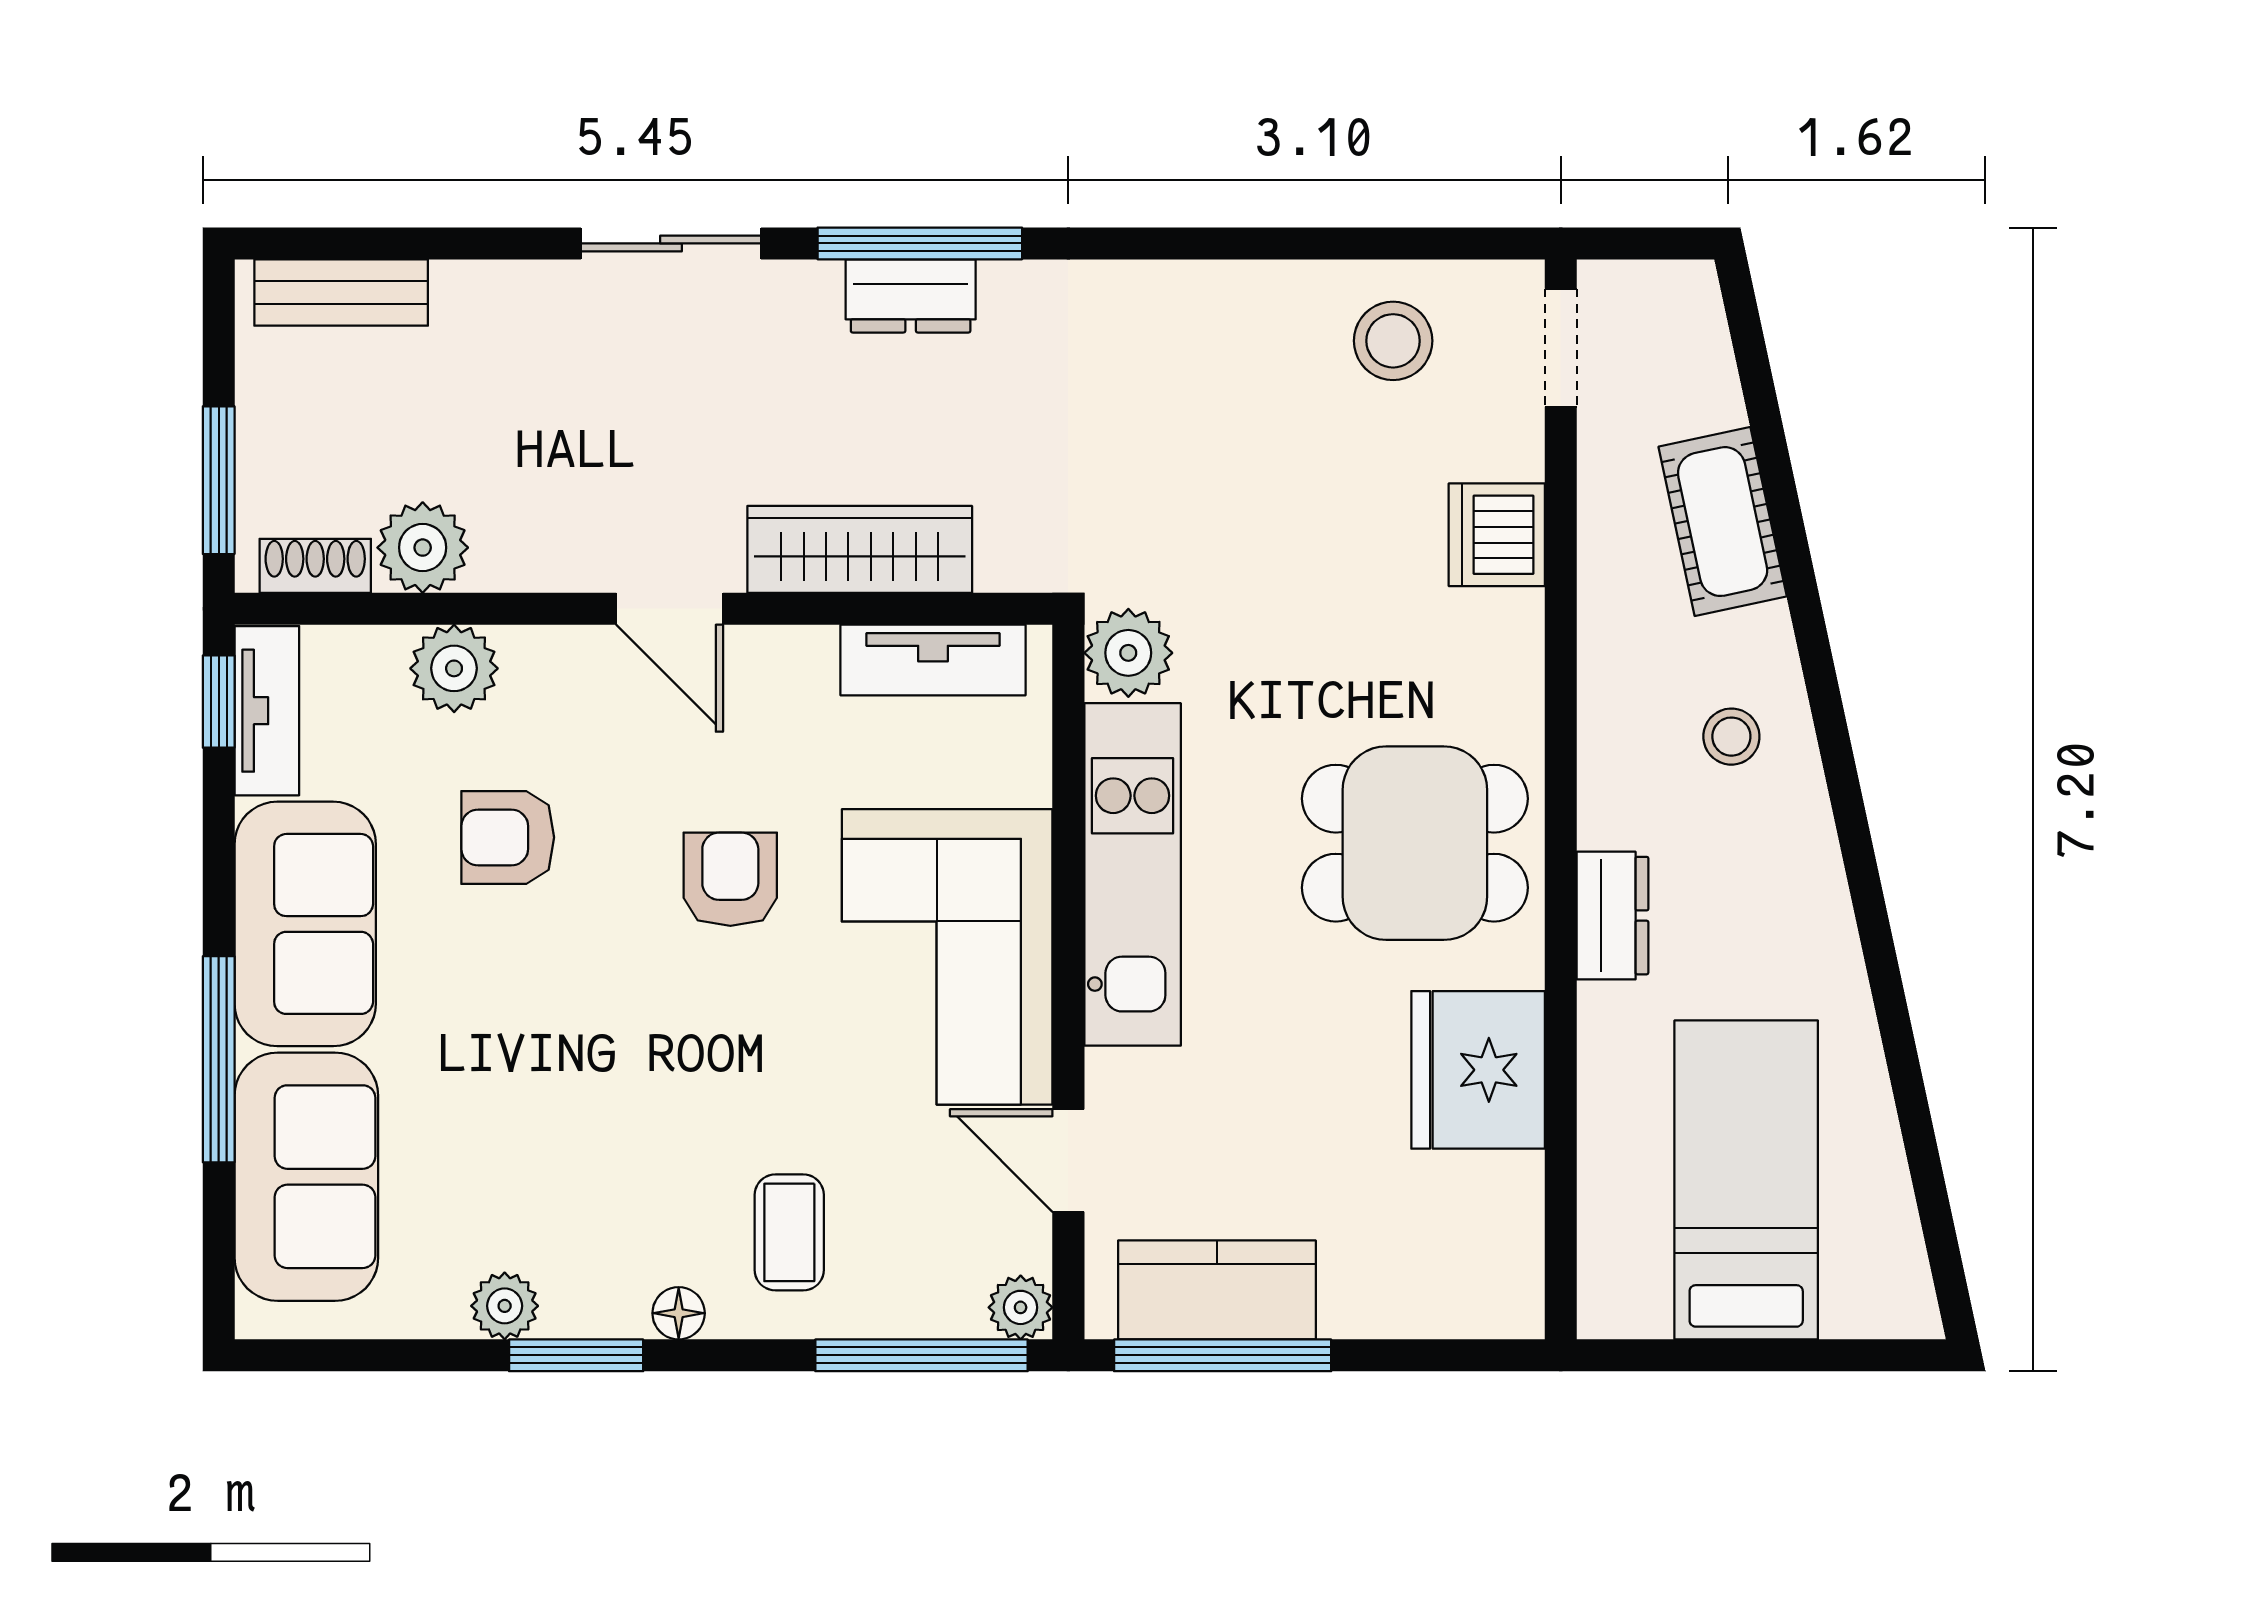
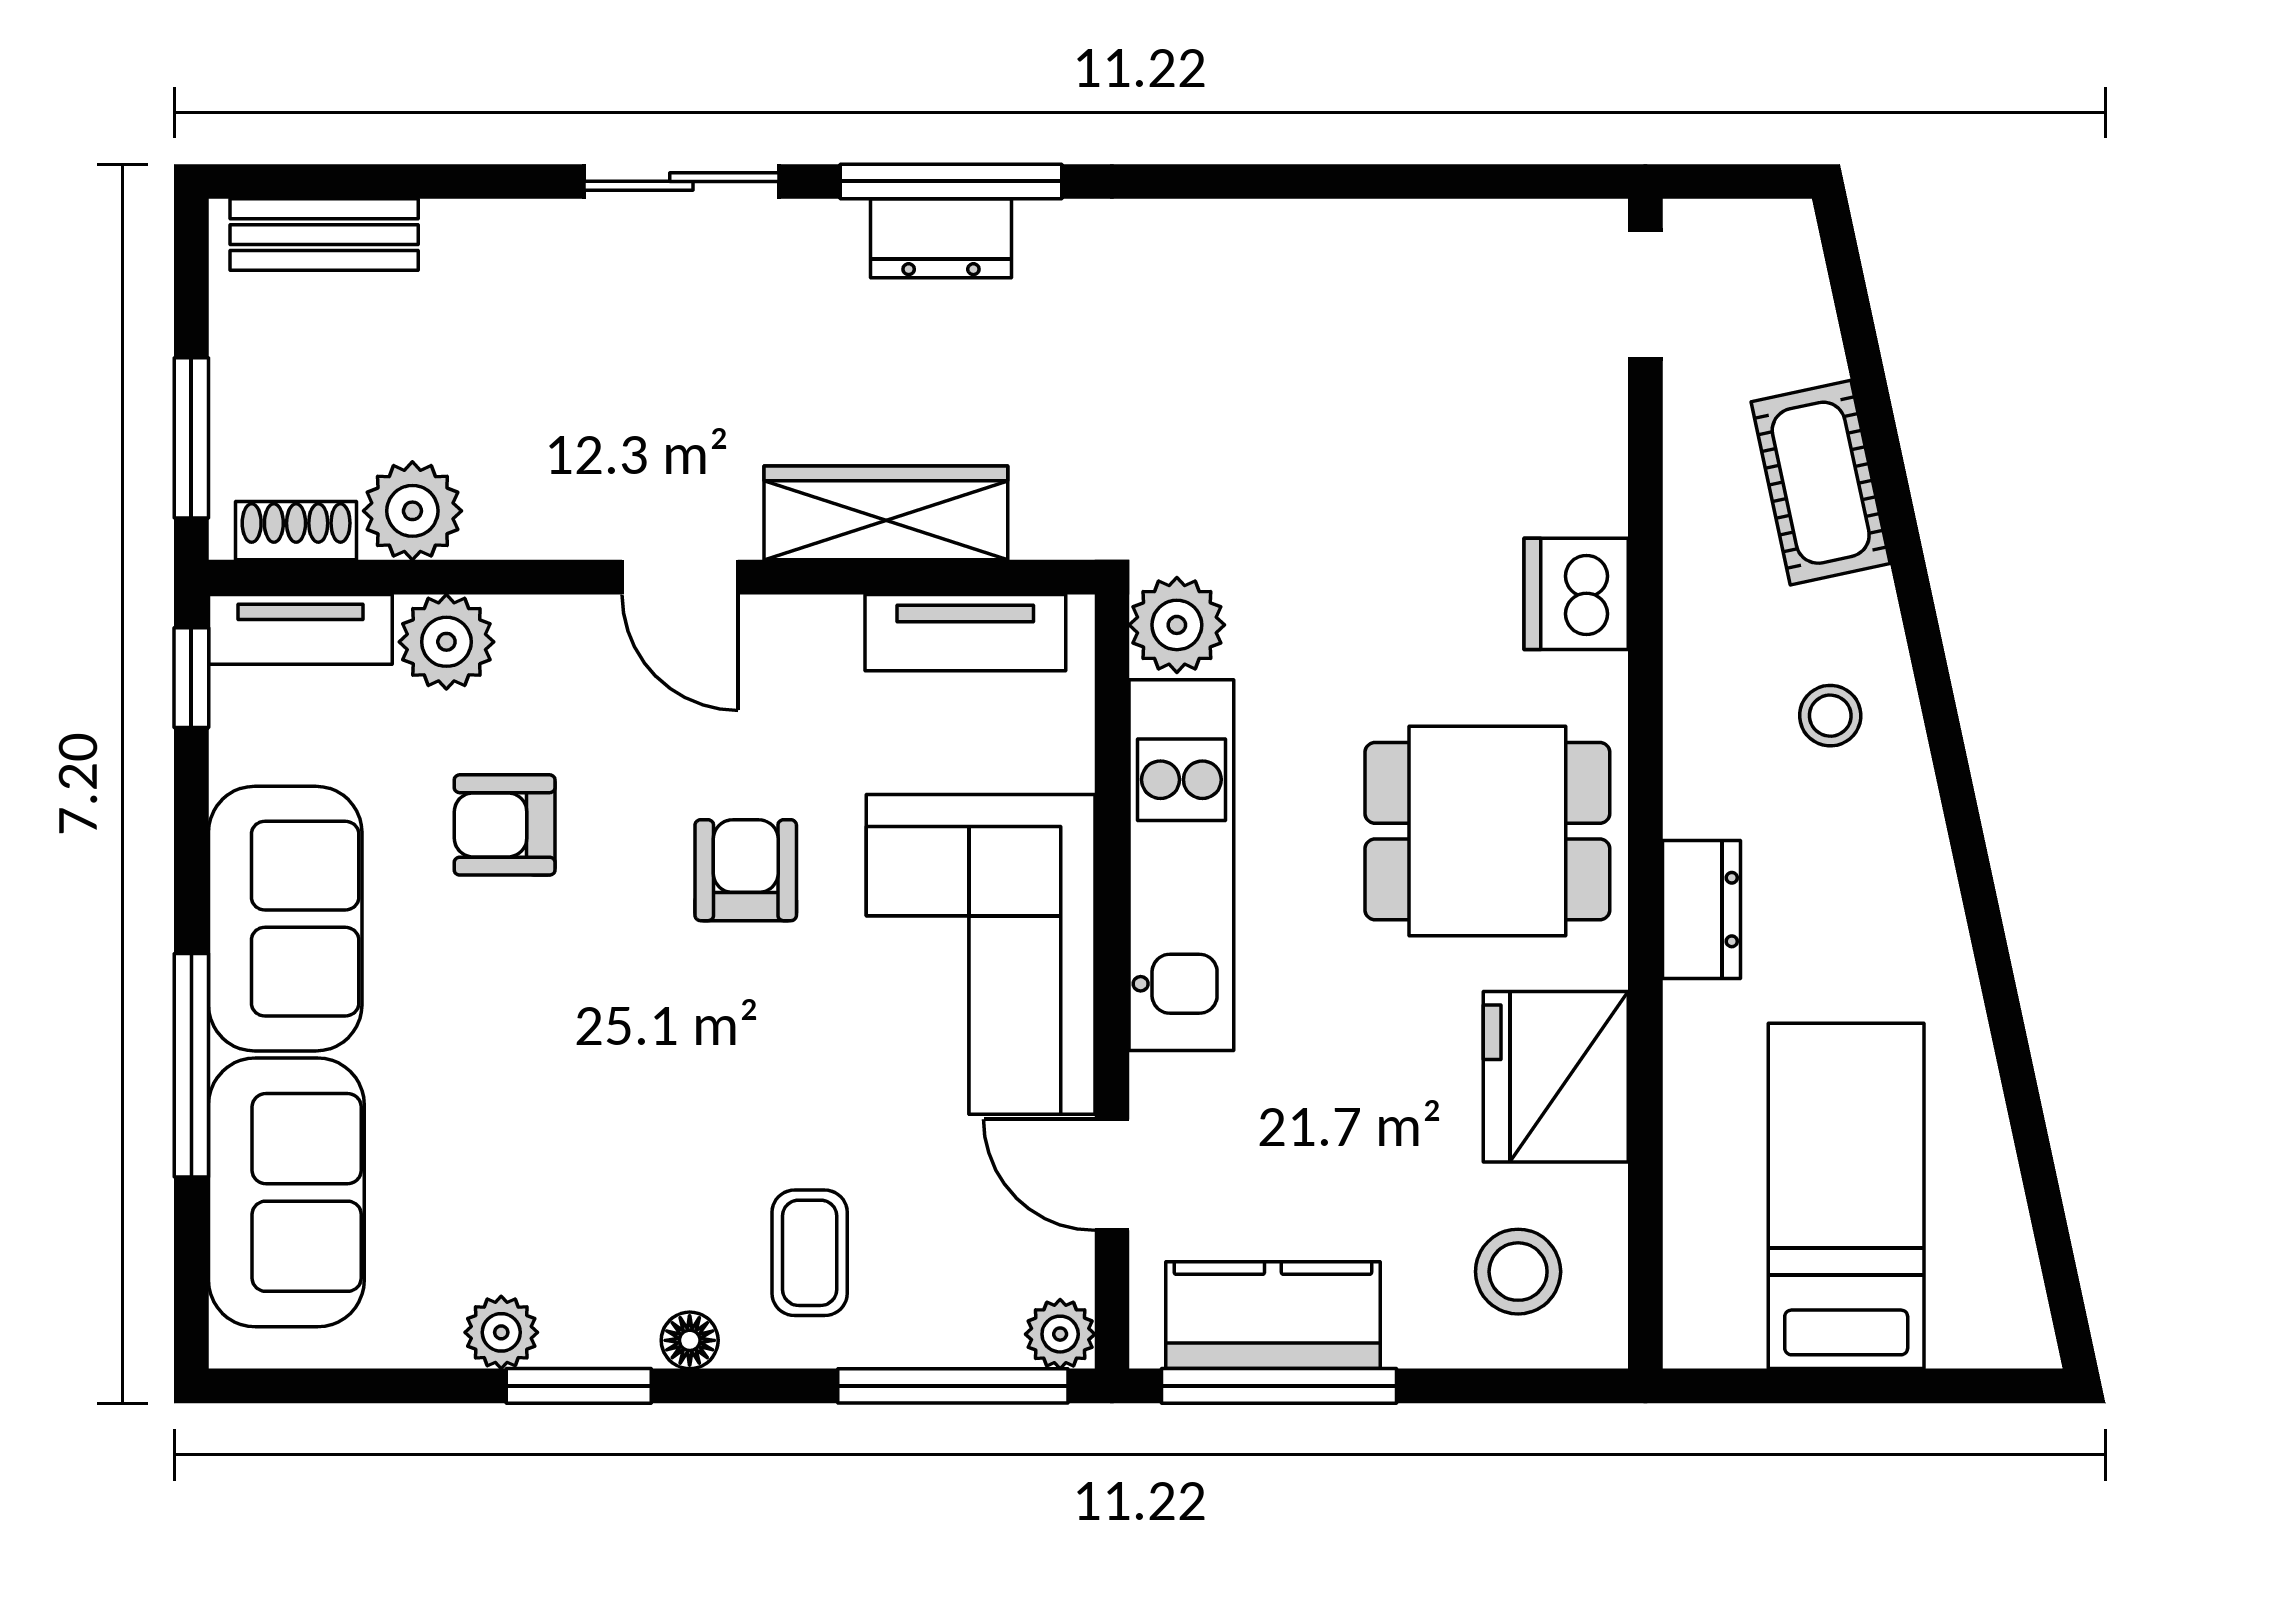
stool: (1393, 341) -> (1518, 1272), moved
dishwasher: (1497, 535) -> (1576, 594), moved
tv unit: (267, 711) -> (300, 629), moved, turned 90

